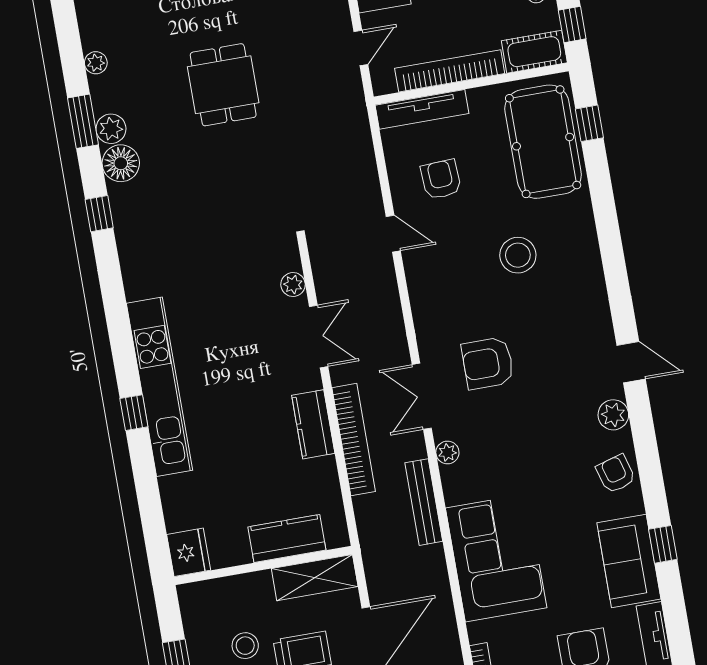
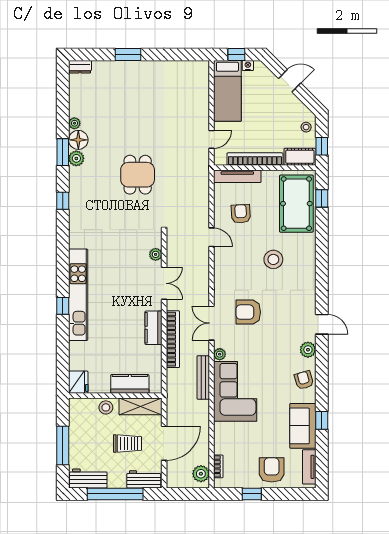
dining table: (223, 85) -> (138, 175), moved
floor lamp: (121, 163) -> (78, 140), moved
corner sofa: (496, 558) -> (235, 391), moved
stool: (245, 646) -> (106, 407), moved

